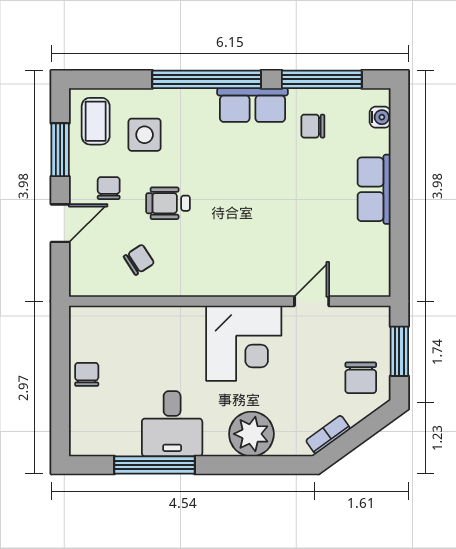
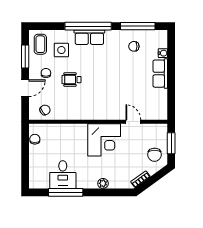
row of seats: (252, 105) -> (89, 37), moved
water cooler: (380, 117) -> (163, 53), moved
chair: (139, 260) -> (45, 110), moved
door: (312, 301) -> (133, 122), hinge flipped
chair: (87, 374) -> (35, 139), moved
desk: (172, 424) -> (63, 175), moved
plant: (251, 434) -> (103, 183), width x0.53, depth x0.53

